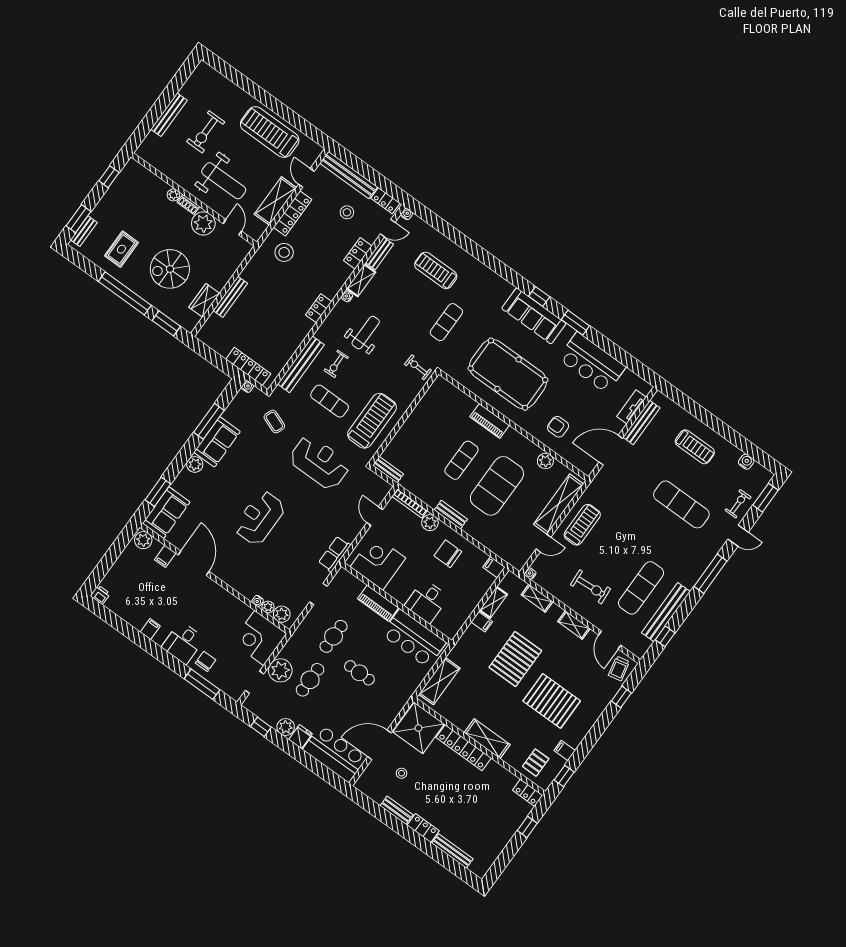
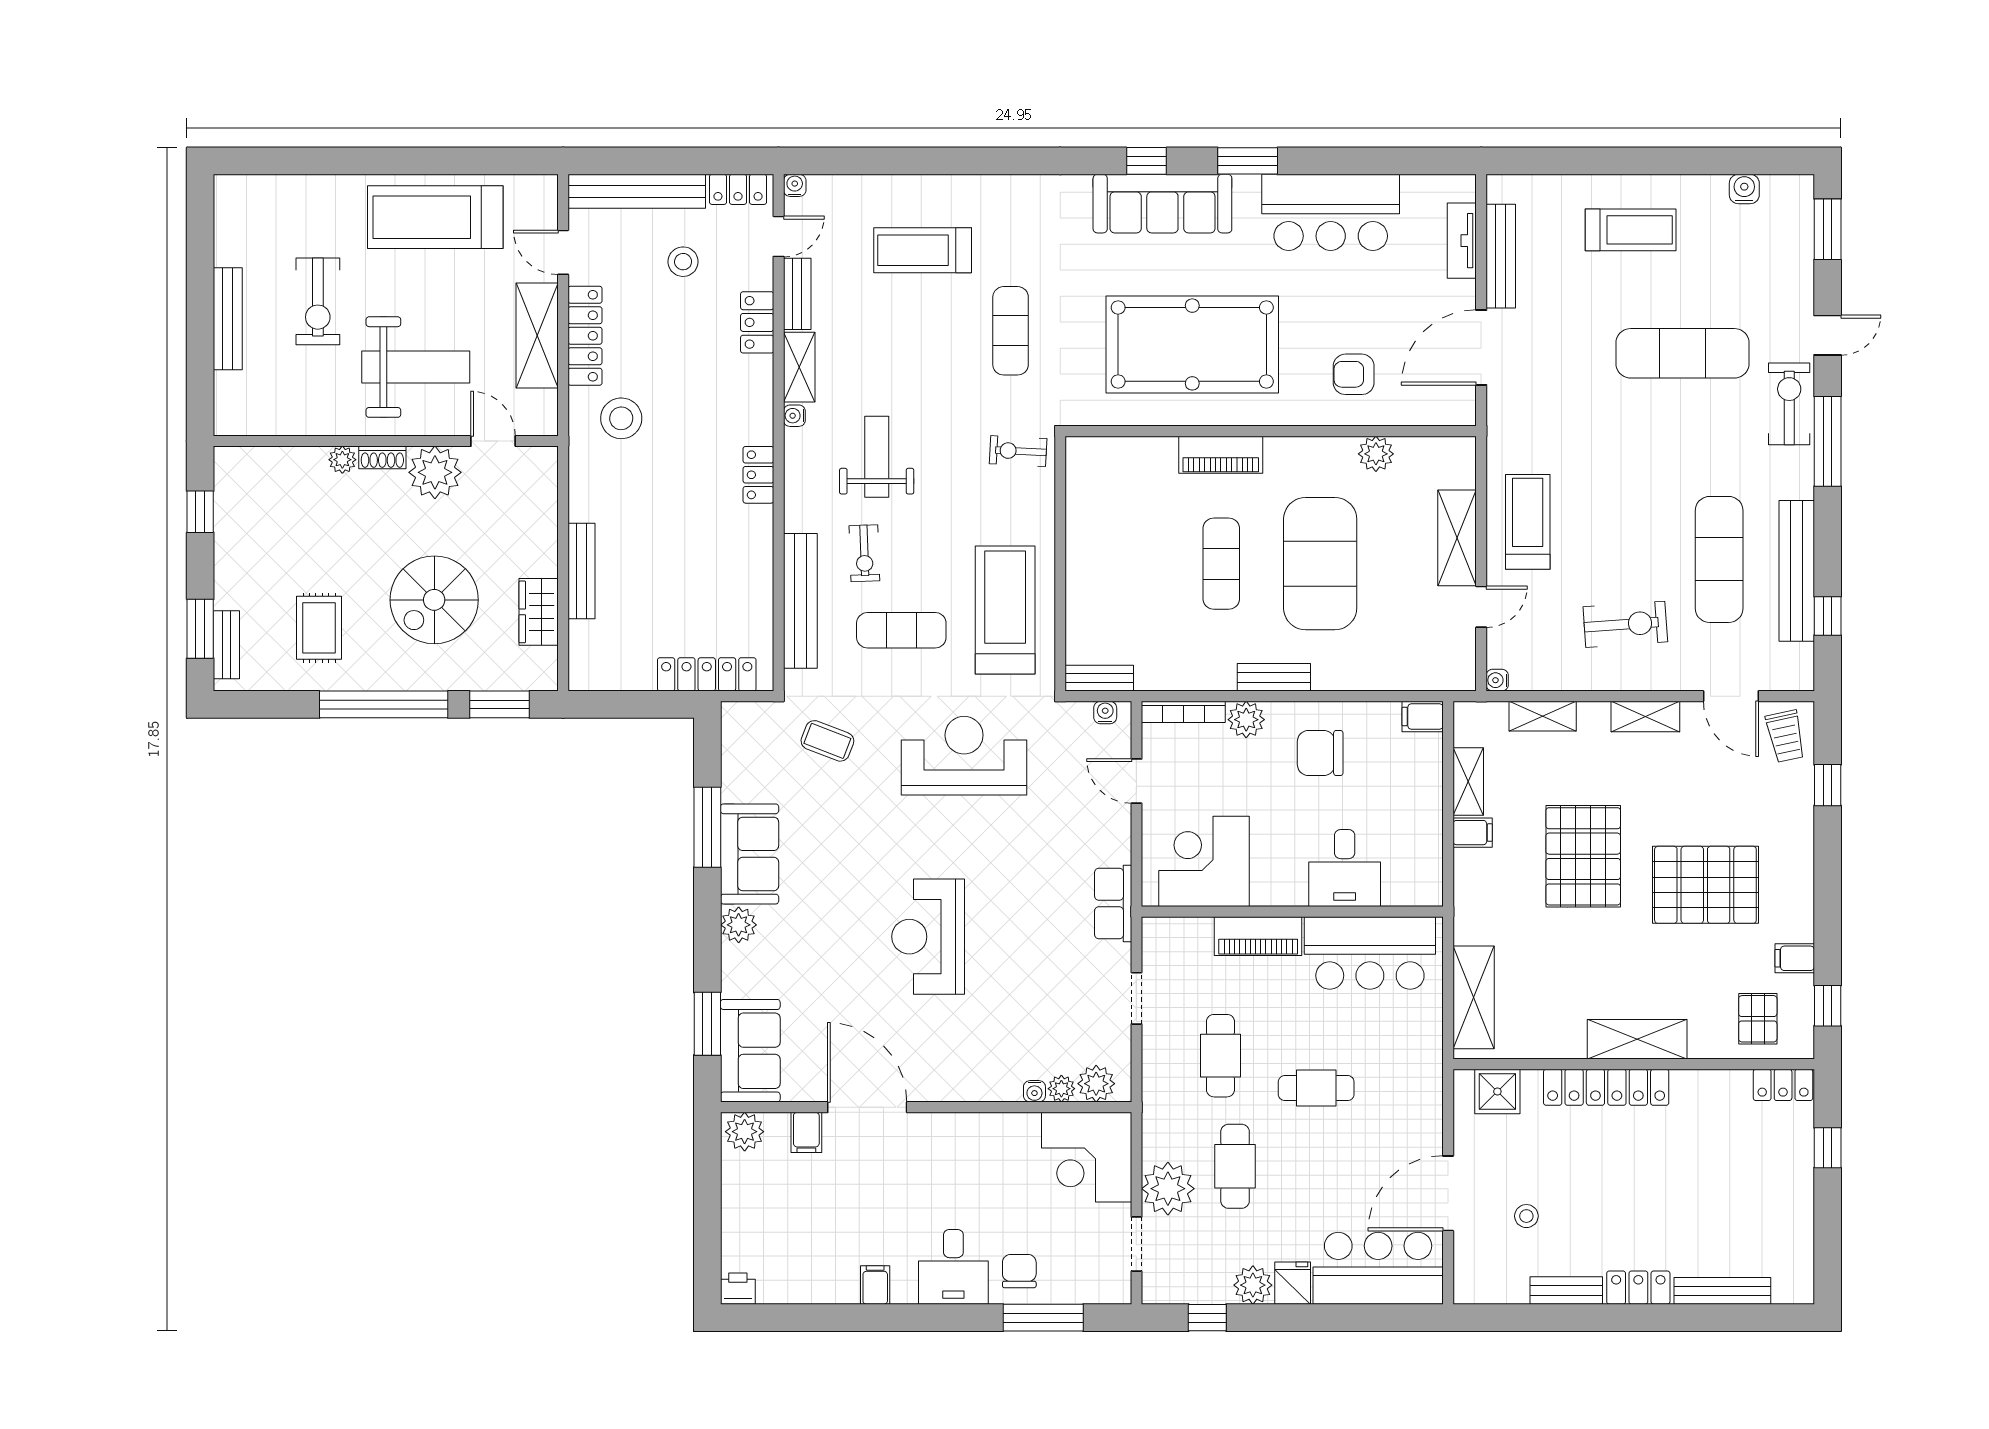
water cooler: (247, 387) -> (1105, 713), moved
shelving: (558, 504) -> (1457, 538), width x0.68
exercise bike: (738, 504) -> (1789, 404), moved, width x1.38, depth x1.39
shower: (418, 728) -> (1497, 1092), width x0.54, depth x0.54

